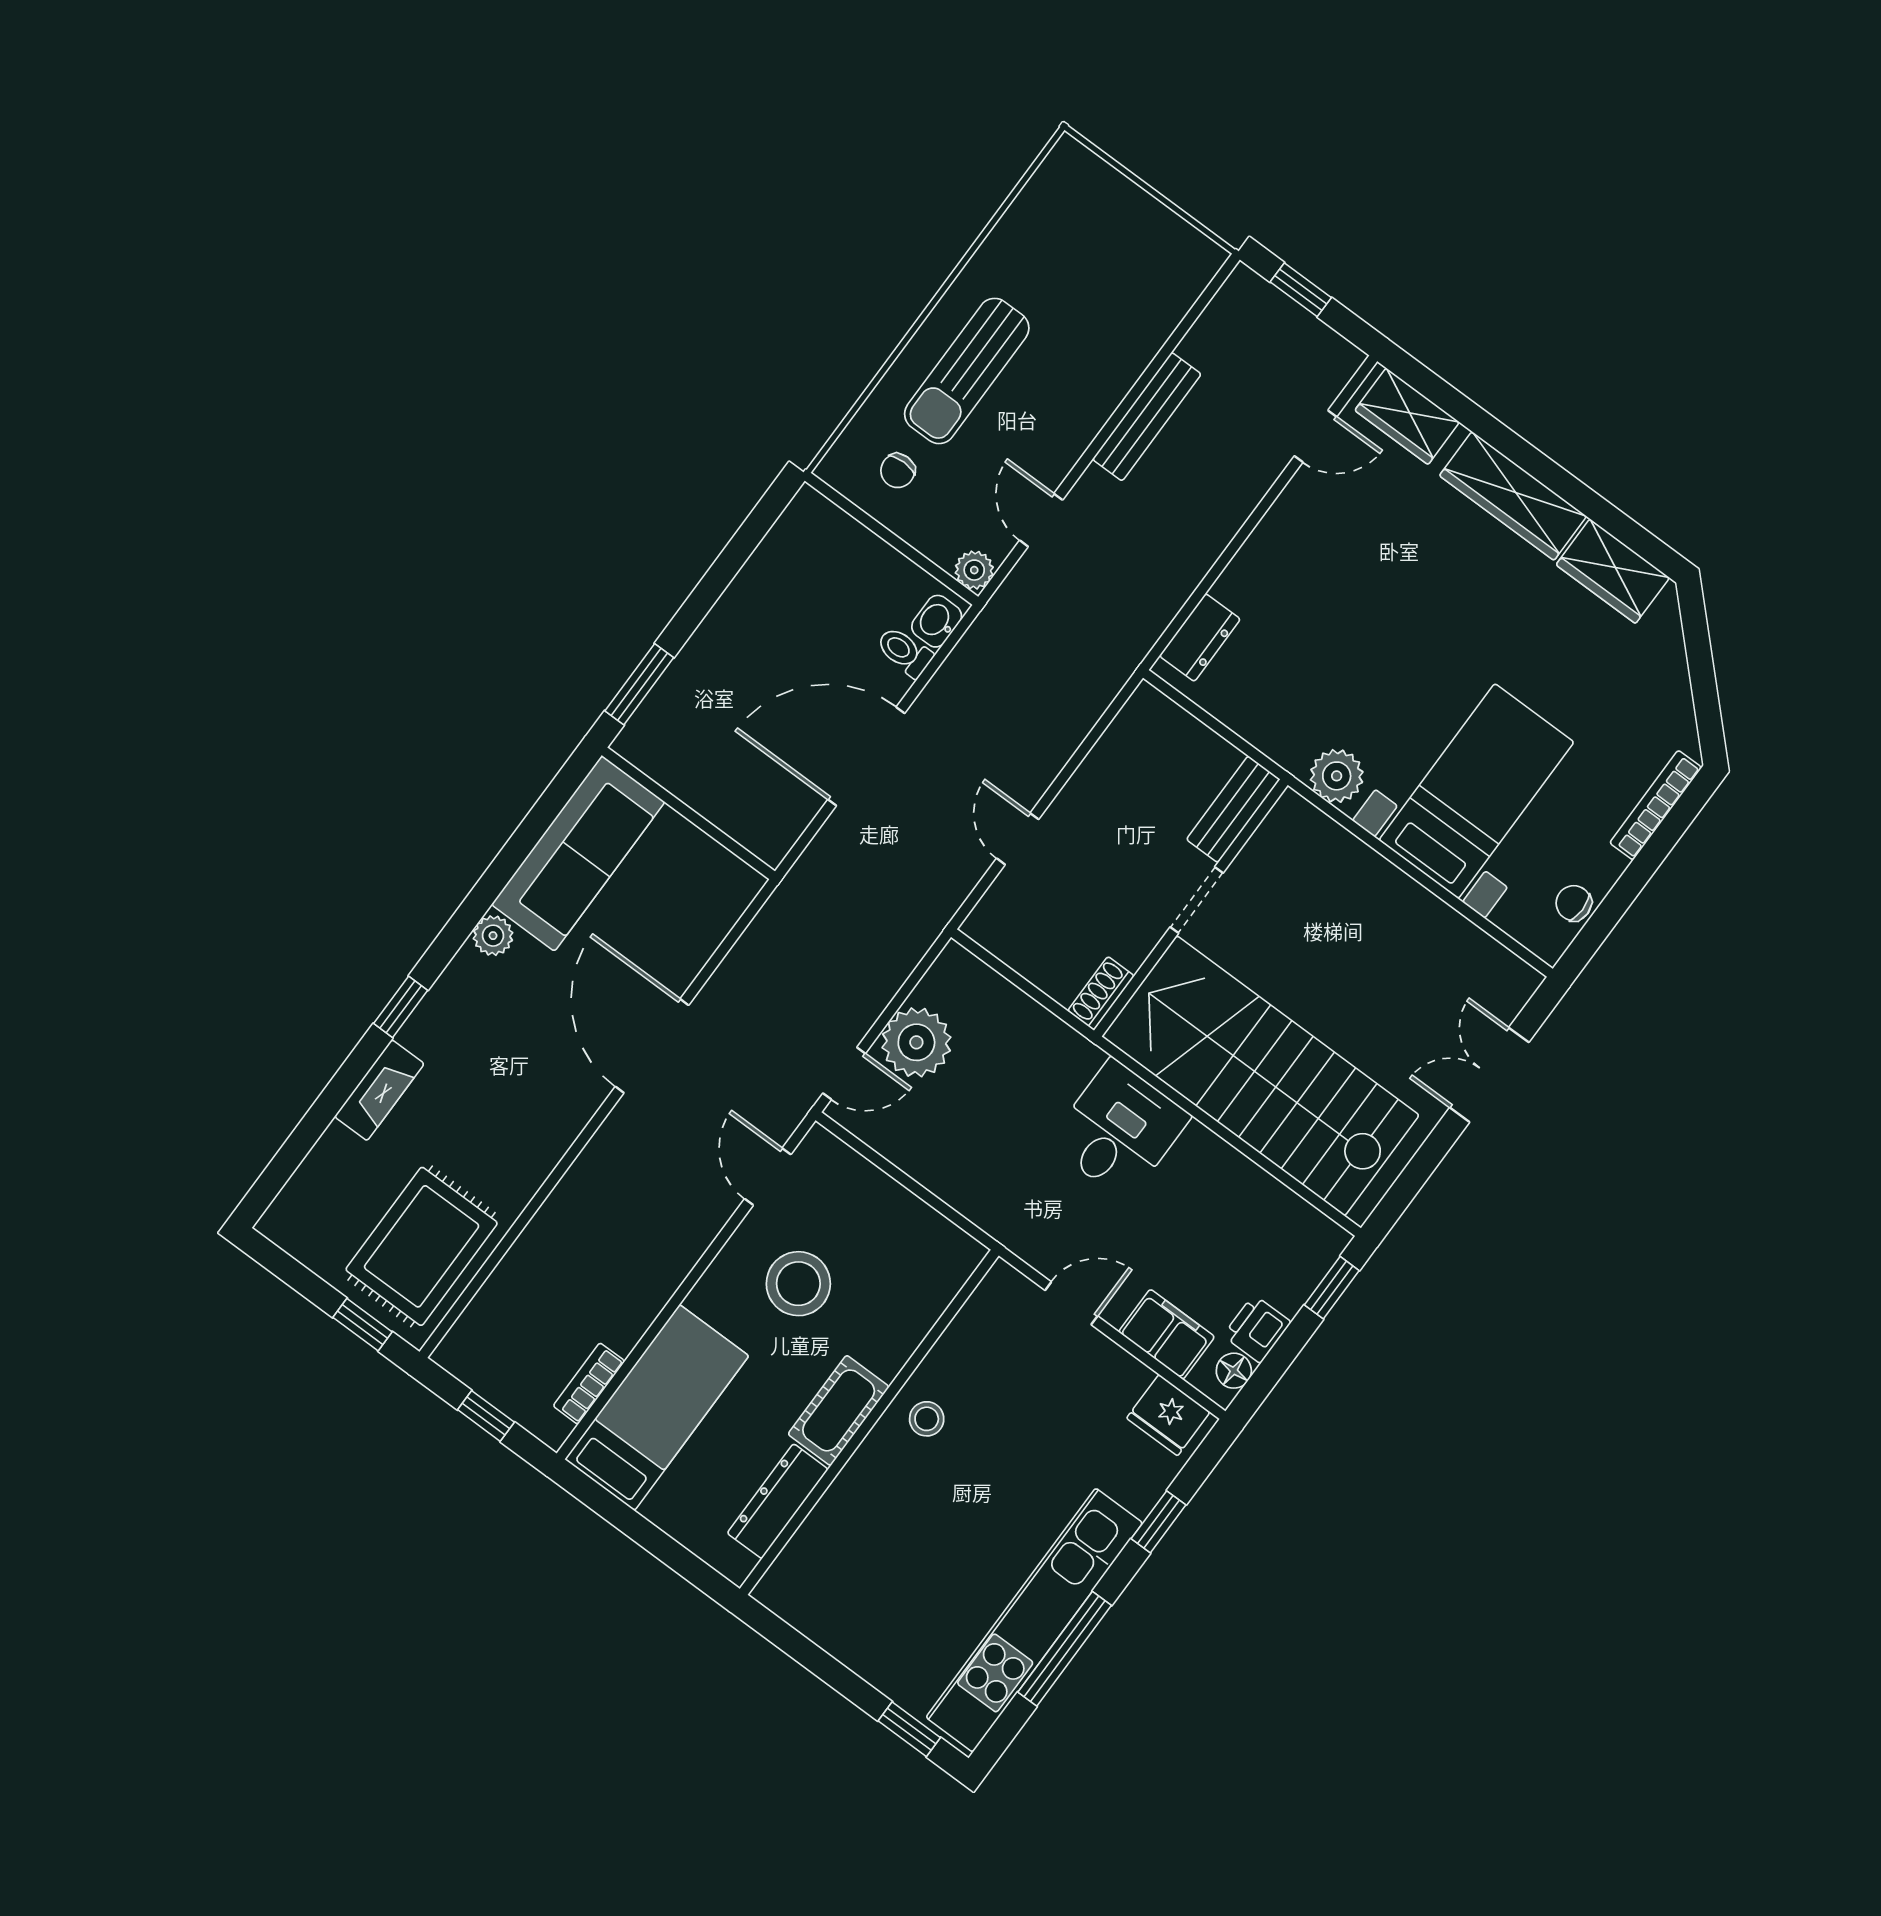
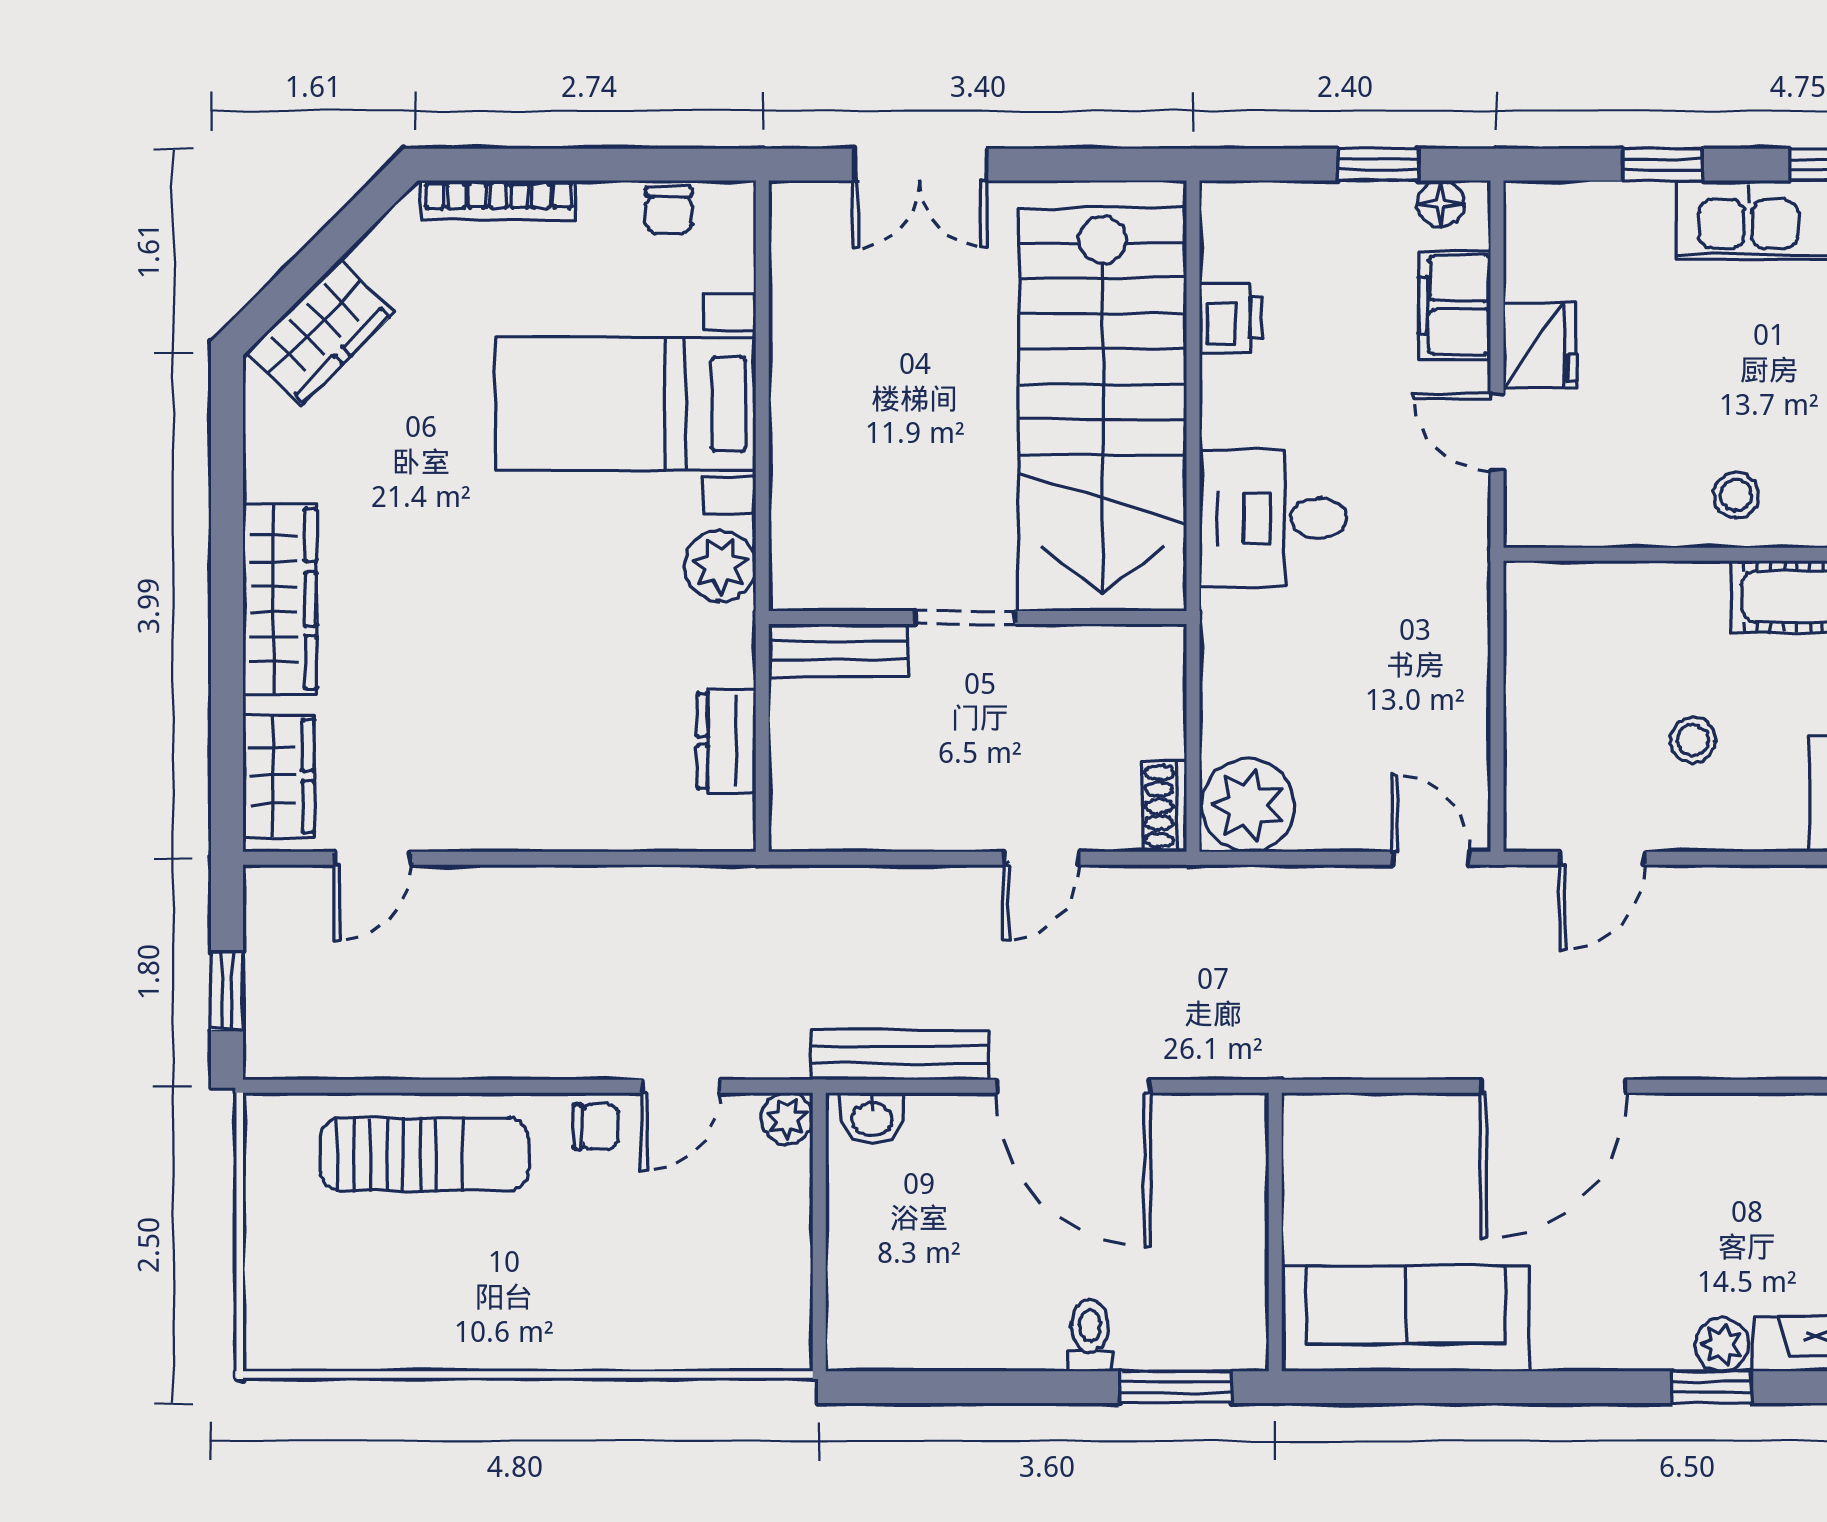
sun lounger: (967, 371) -> (424, 1154), moved
bench: (1147, 417) -> (900, 1055), moved
door: (1315, 436) -> (373, 858), swing flipped
chair: (898, 471) -> (596, 1127), moved
wardrobe: (1613, 571) -> (320, 333), moved, turned 45
dresser: (1200, 638) -> (727, 741), moved, turned -90
toilet: (904, 652) -> (1090, 1336), moved, turned 180
plant: (493, 936) -> (1722, 1345), moved
shoe rack: (1101, 993) -> (1164, 806), moved, turned 90
plant: (916, 1042) -> (1248, 805), moved
stool: (798, 1284) -> (1693, 740), width x0.53, depth x0.53
window: (1332, 1288) -> (1378, 165), moved
printer: (1257, 1329) -> (1231, 318), moved, turned -90
fridge: (1168, 1415) -> (1540, 345), moved

